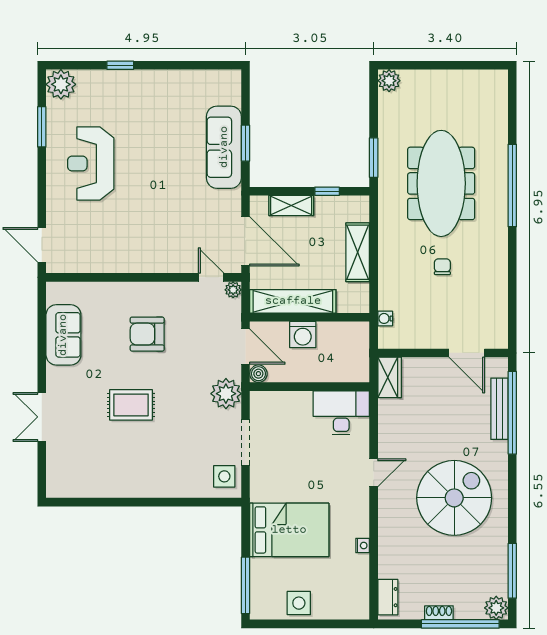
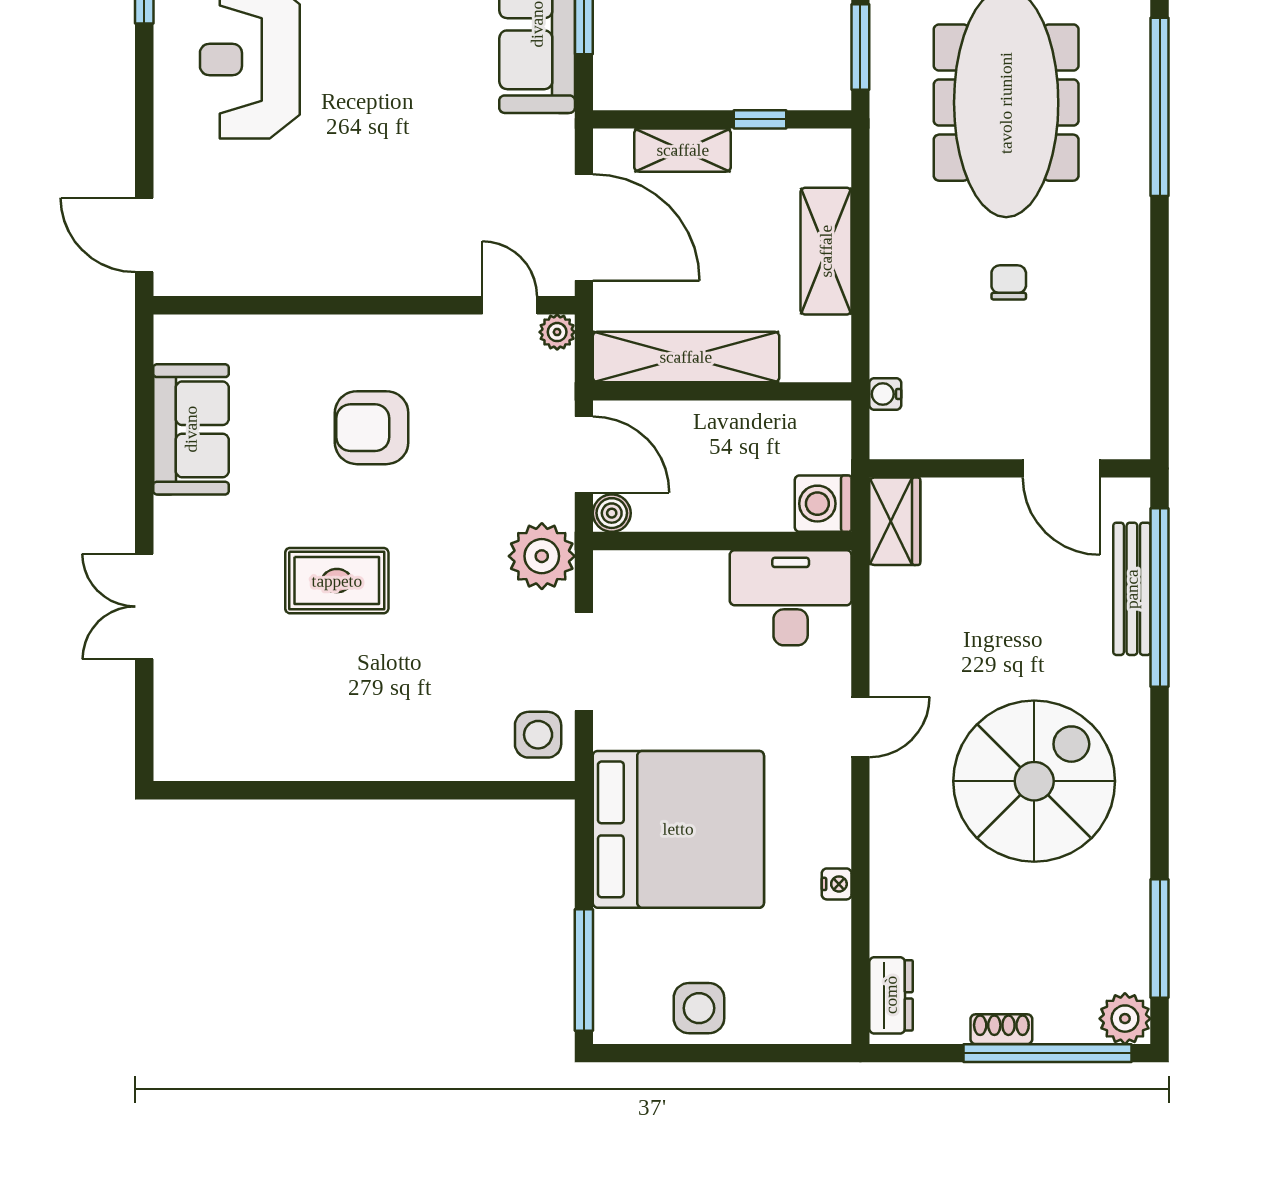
washing machine: (303, 335) -> (823, 504), moved, turned 90
bed: (289, 530) -> (678, 829), width x1.36

